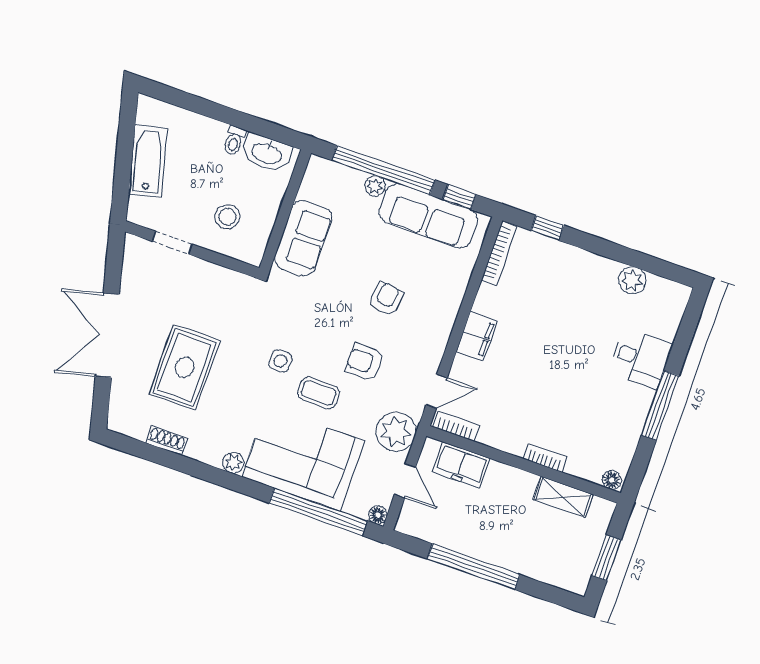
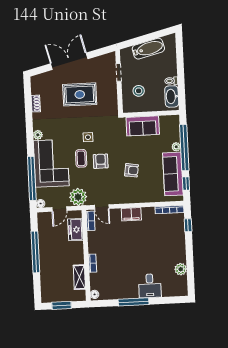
armchair: (364, 362) -> (101, 161), moved
rug: (184, 367) -> (80, 94), moved

